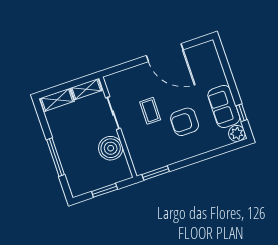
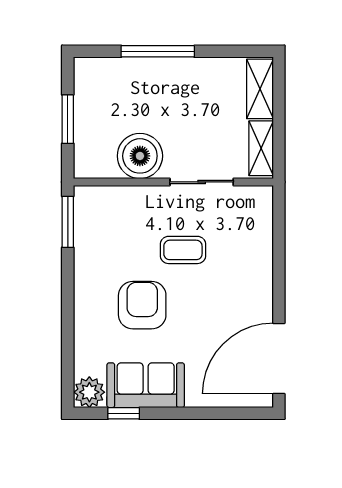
door: (165, 53) -> (279, 358), moved

